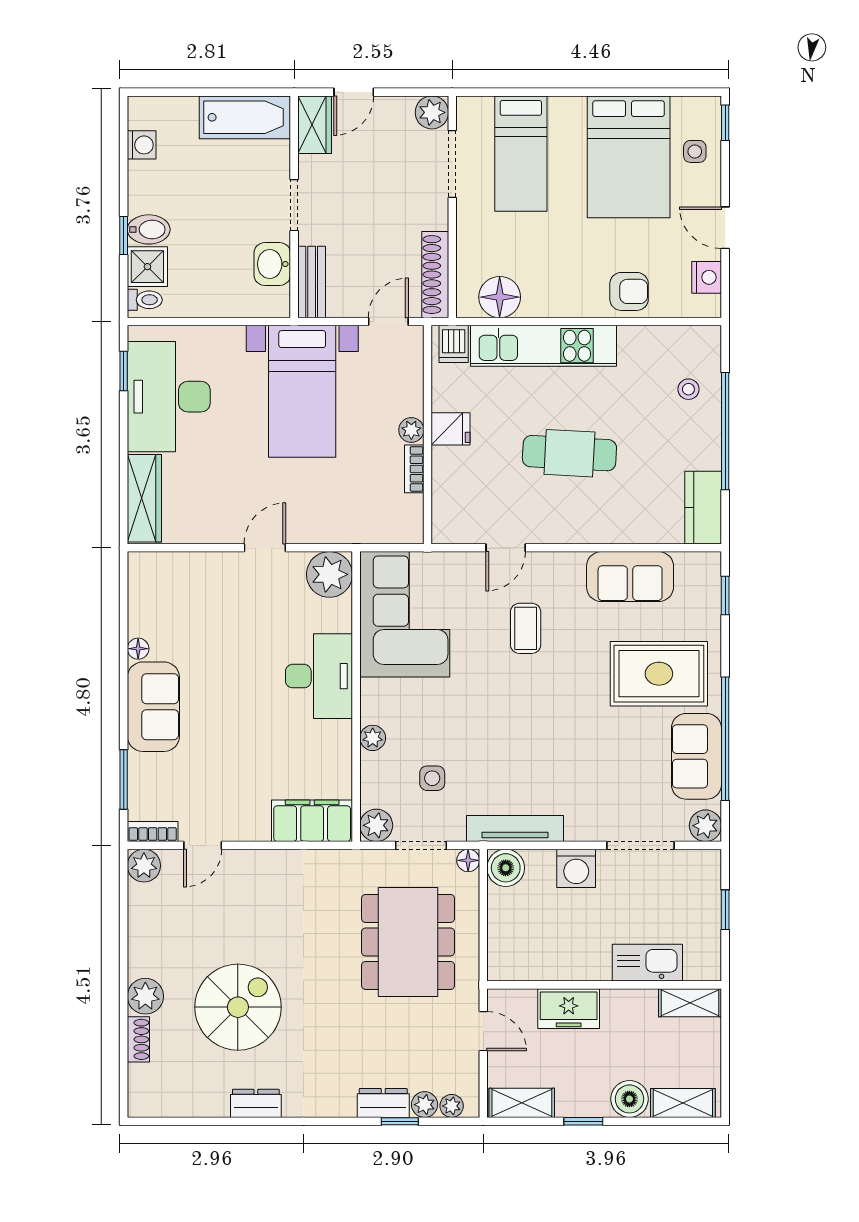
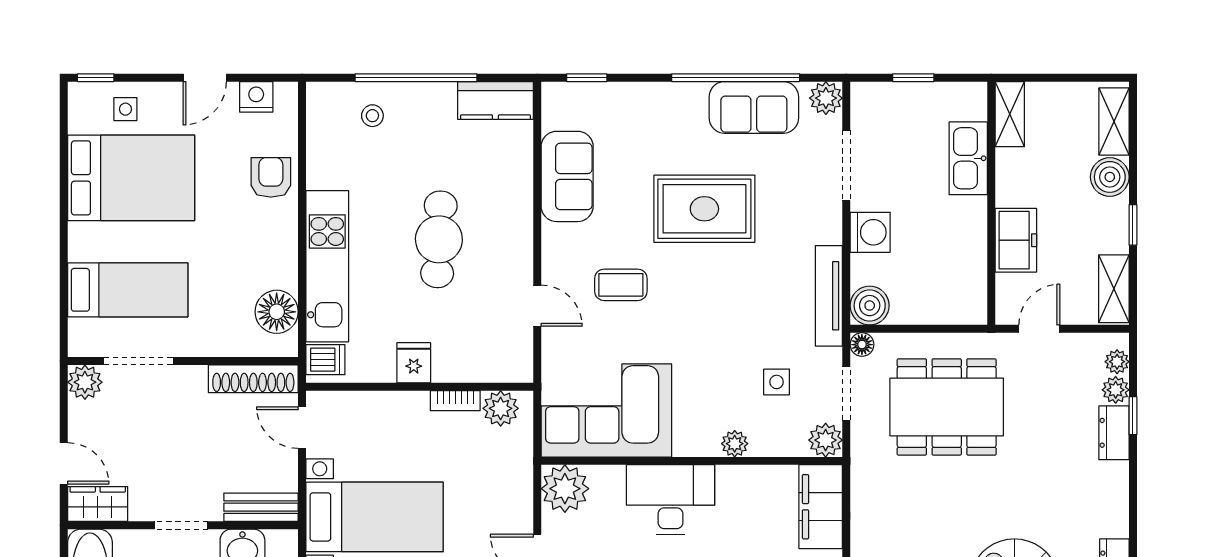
plant: (411, 430) -> (501, 408), moved, width x1.38, depth x1.38
rug: (659, 674) -> (704, 209), moved, turned 90

